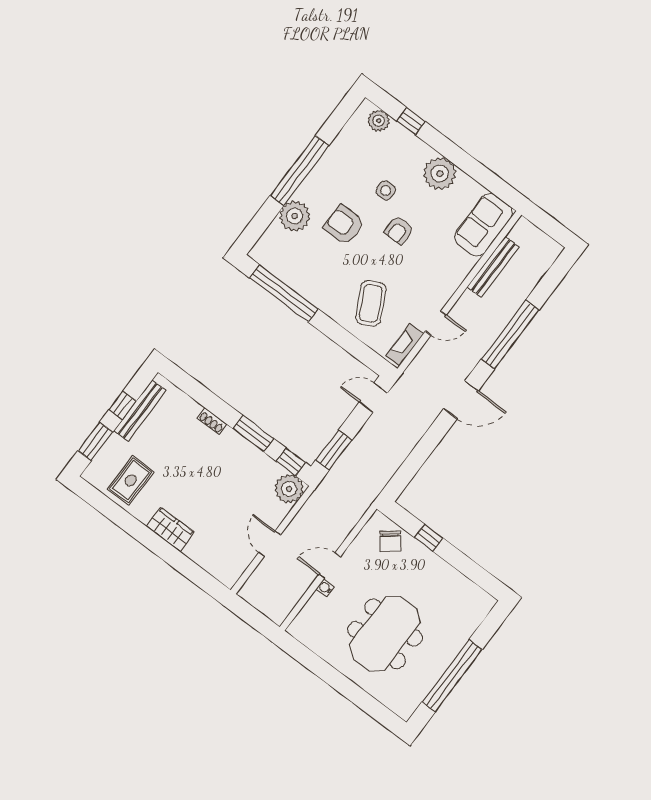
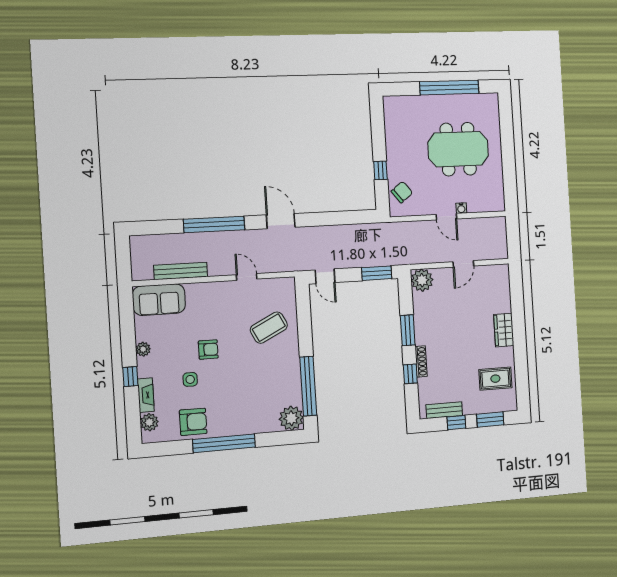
window: (411, 121) -> (130, 377), moved
plant: (440, 174) -> (143, 349), width x0.53, depth x0.53
plant: (295, 216) -> (291, 418), moved
armchair: (344, 225) -> (193, 422), moved, turned -90
fireplace: (405, 345) -> (146, 395), moved, turned -90
bench: (140, 410) -> (444, 410), width x0.73
shoe rack: (212, 421) -> (421, 361), width x1.43
window: (291, 462) -> (410, 374), moved

